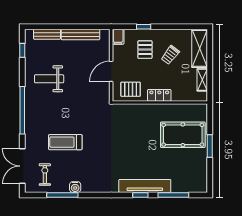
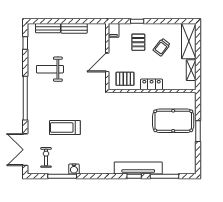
bench: (80, 35) -> (74, 28), width x0.73

